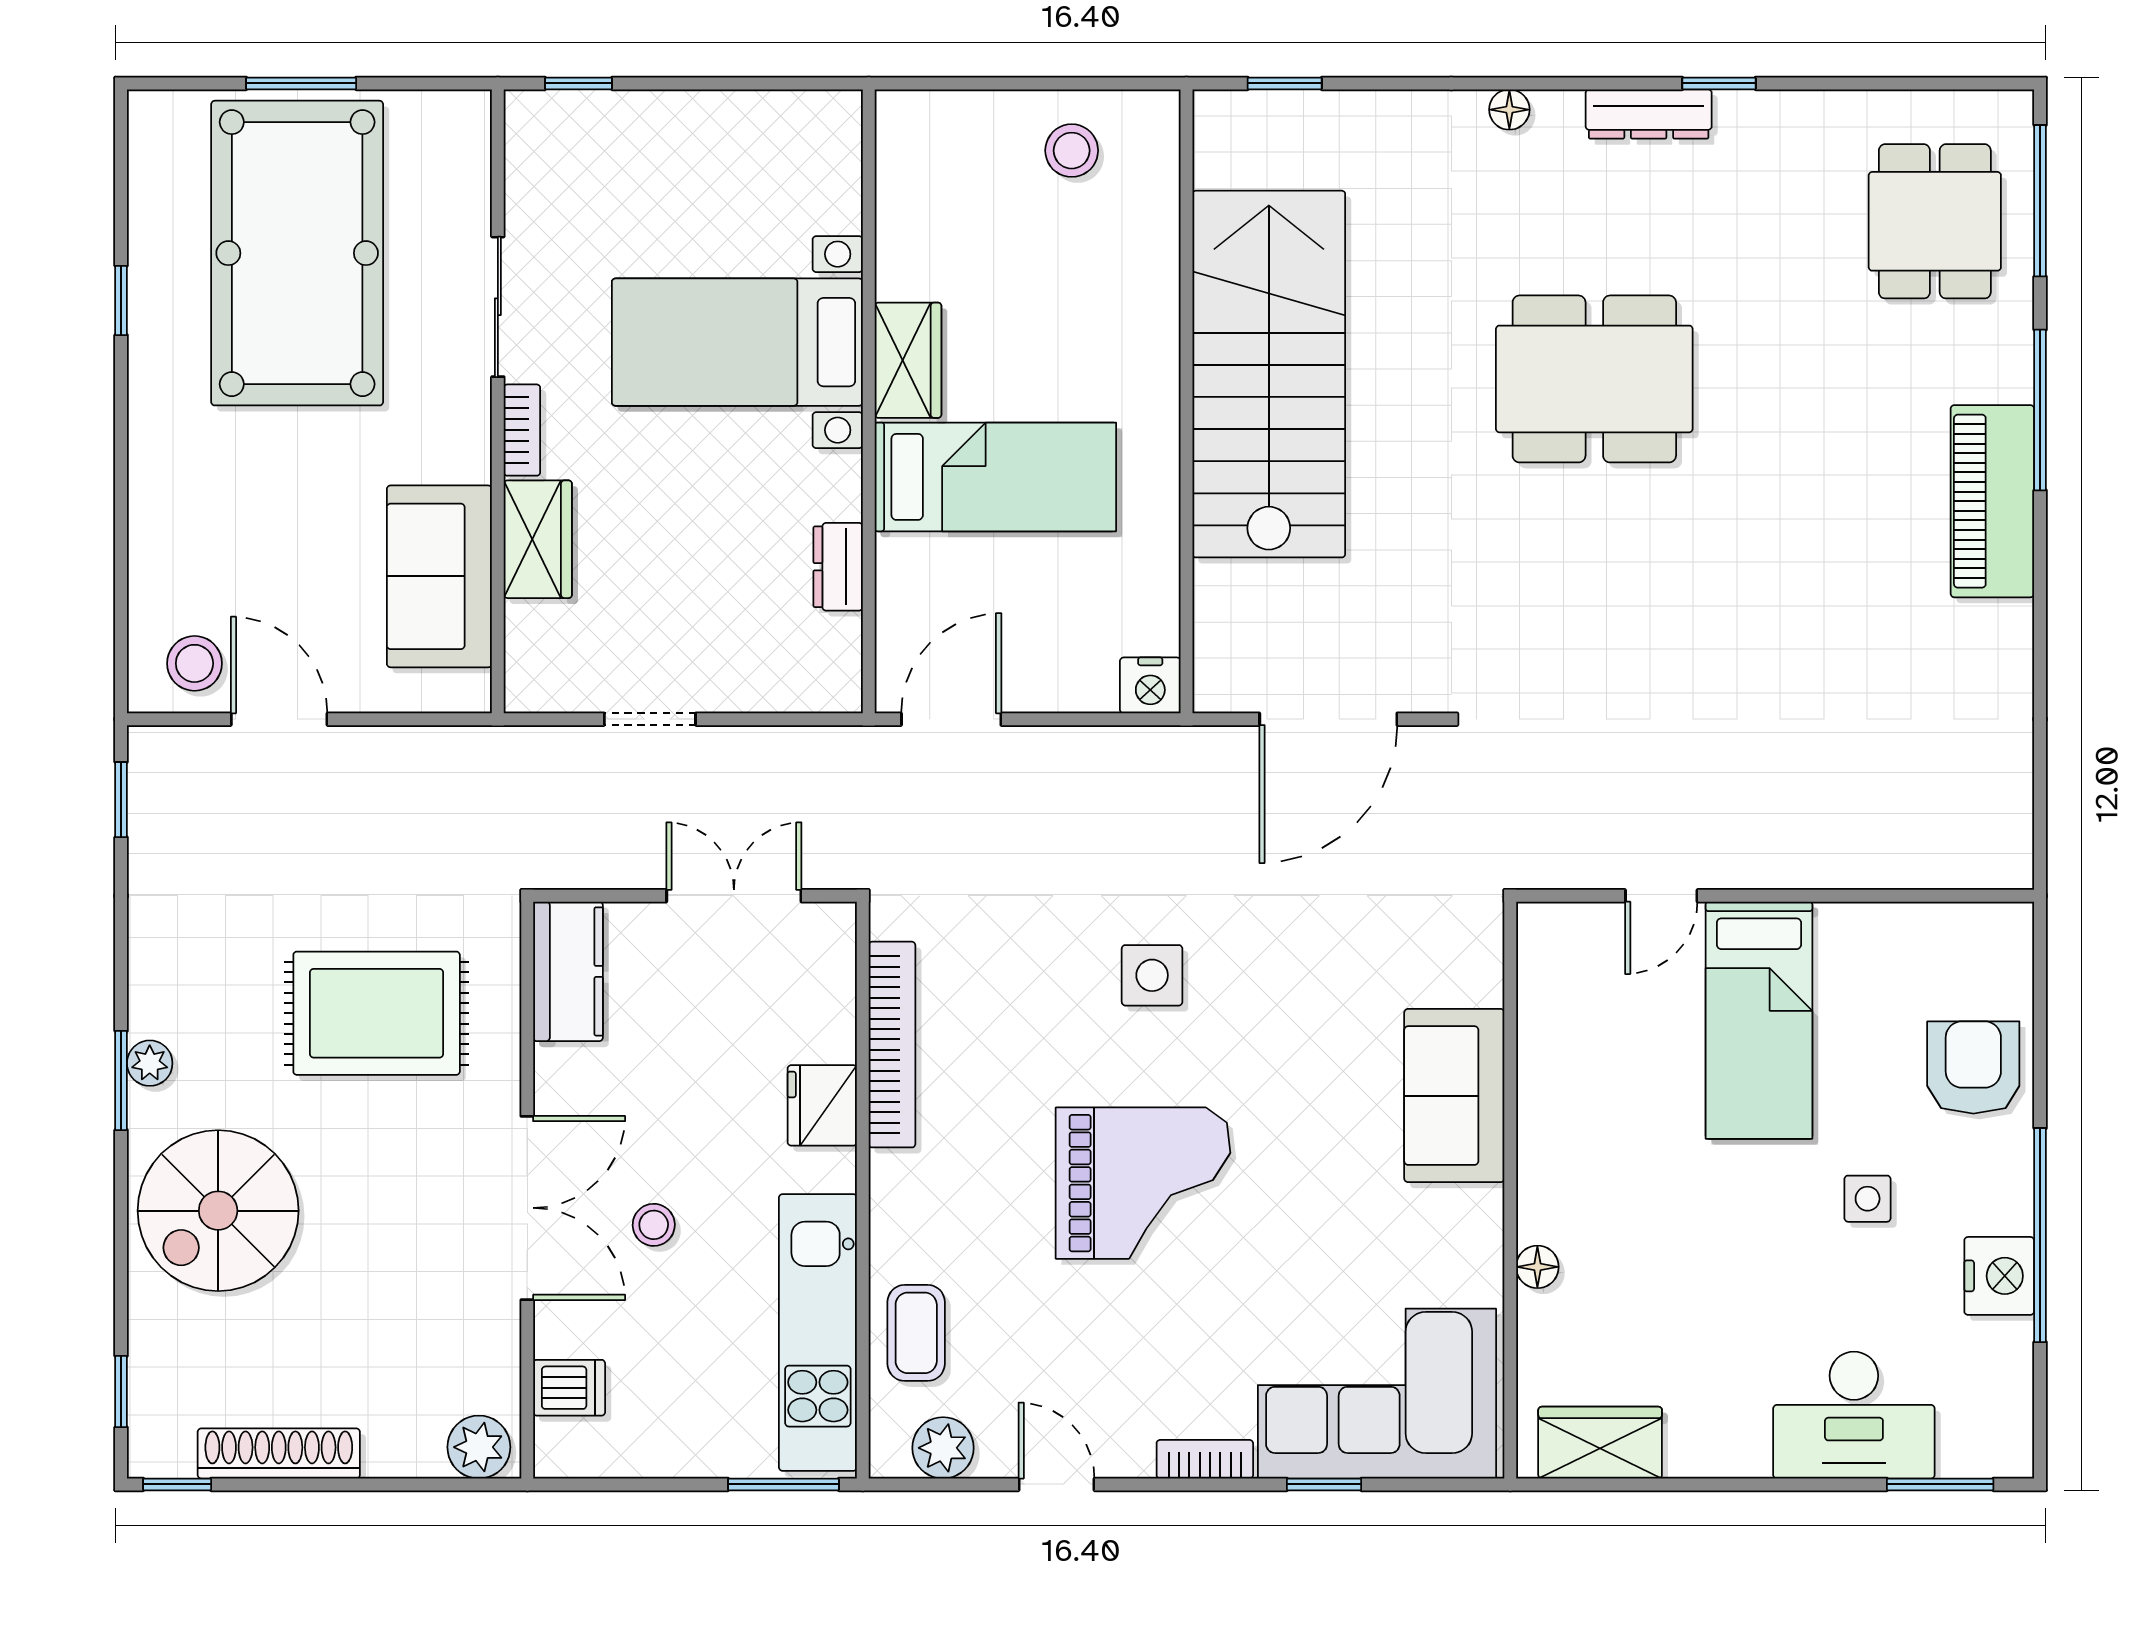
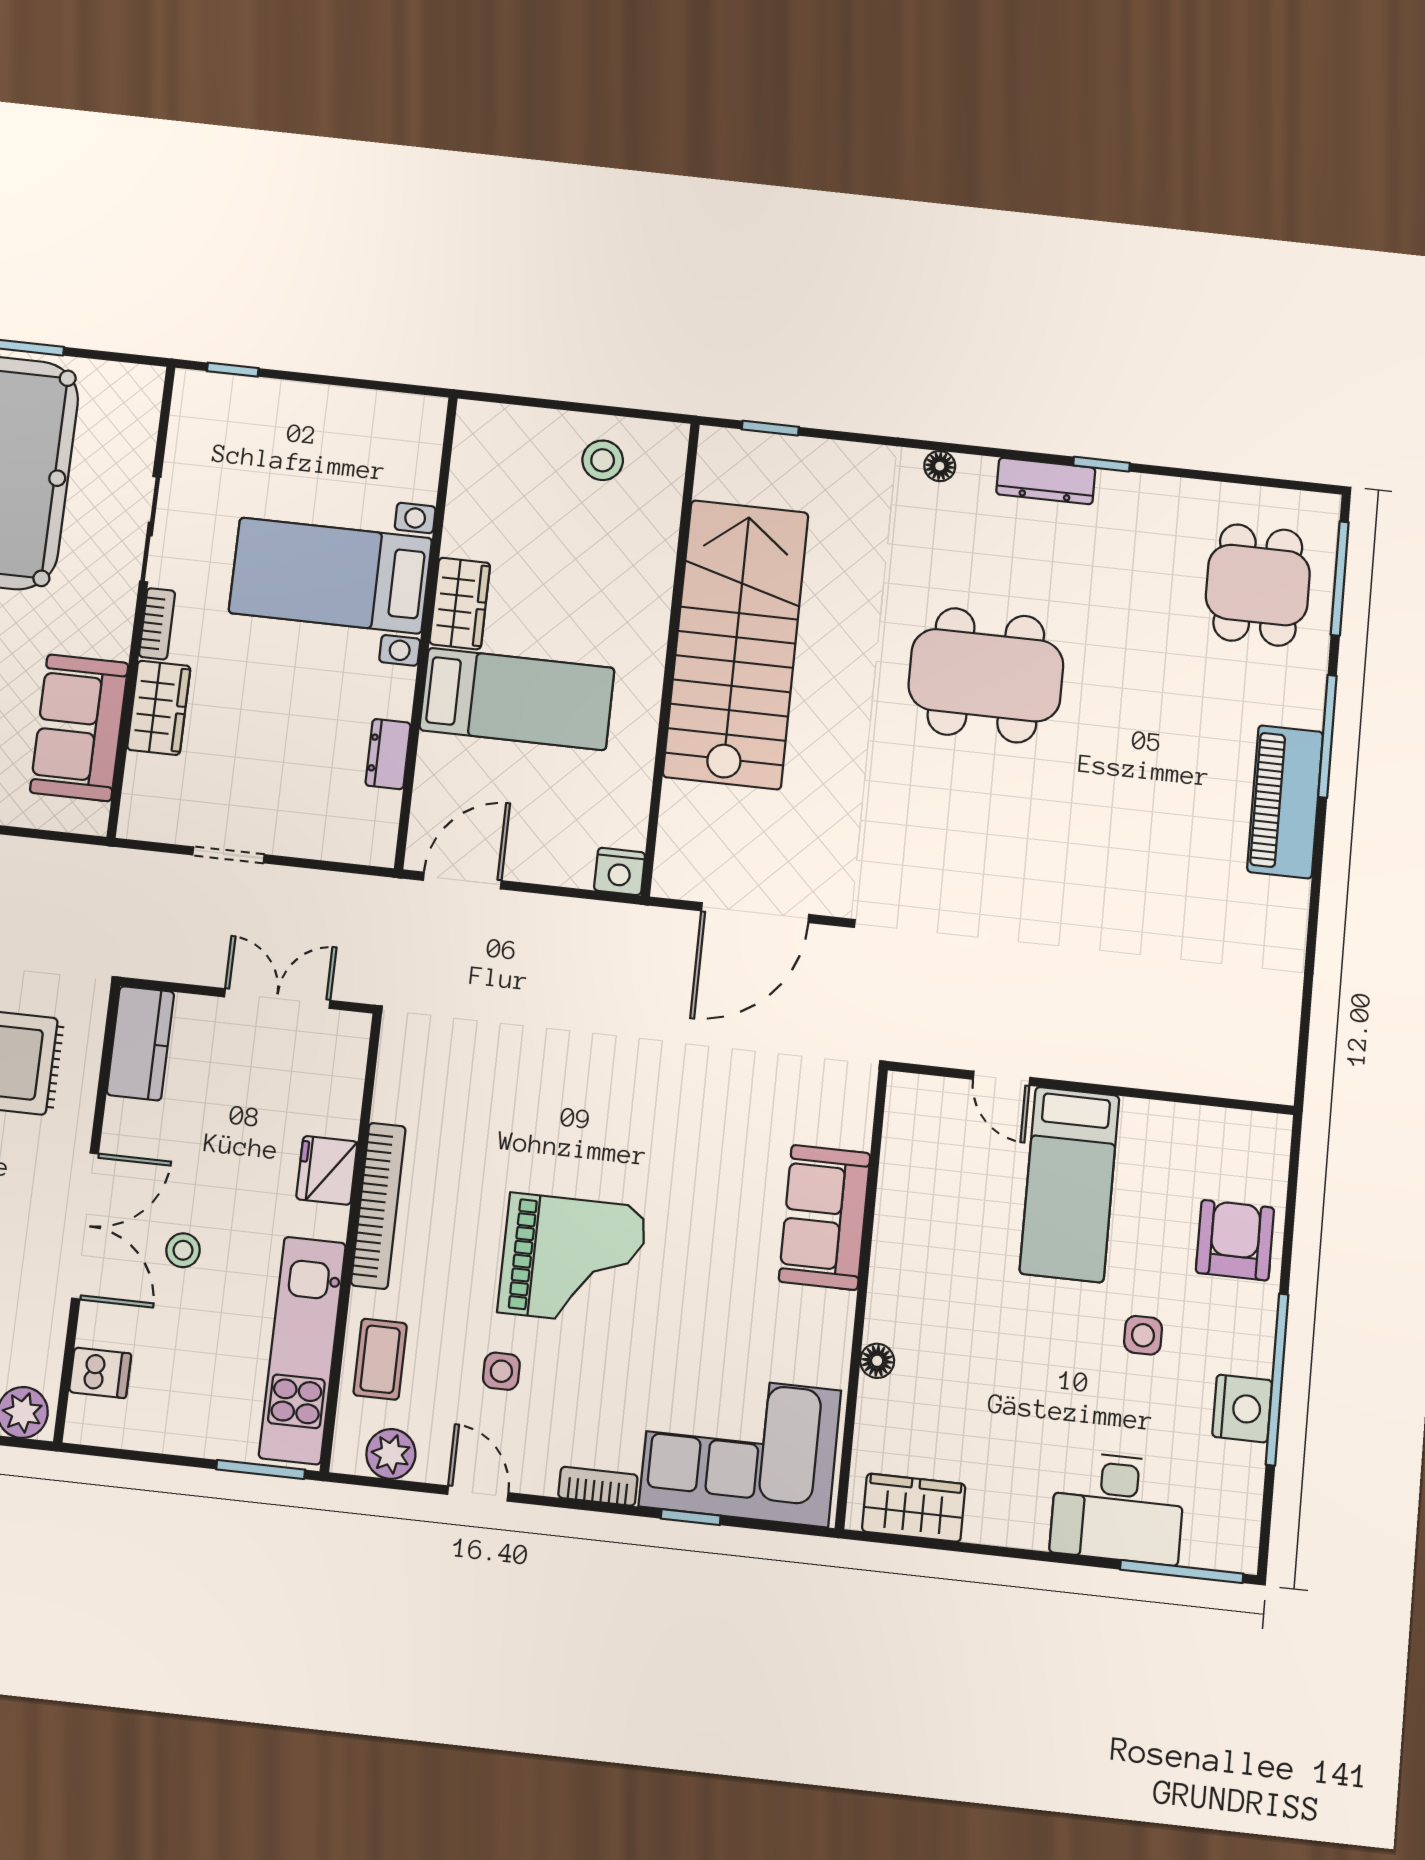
door: (1661, 896) -> (1002, 1078), hinge flipped
side table: (1152, 975) -> (501, 1371), moved, width x0.73, depth x0.73
bookcase: (892, 1045) -> (378, 1206), moved
window: (1940, 1484) -> (1182, 1572), width x1.44

